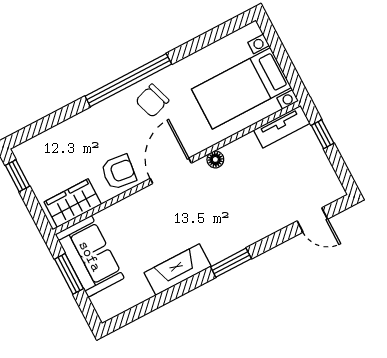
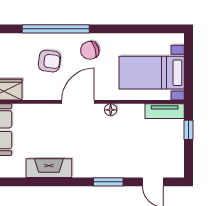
window: (128, 80) -> (56, 29), moved
armchair: (119, 172) -> (49, 61), moved
window: (231, 263) -> (108, 182), moved

